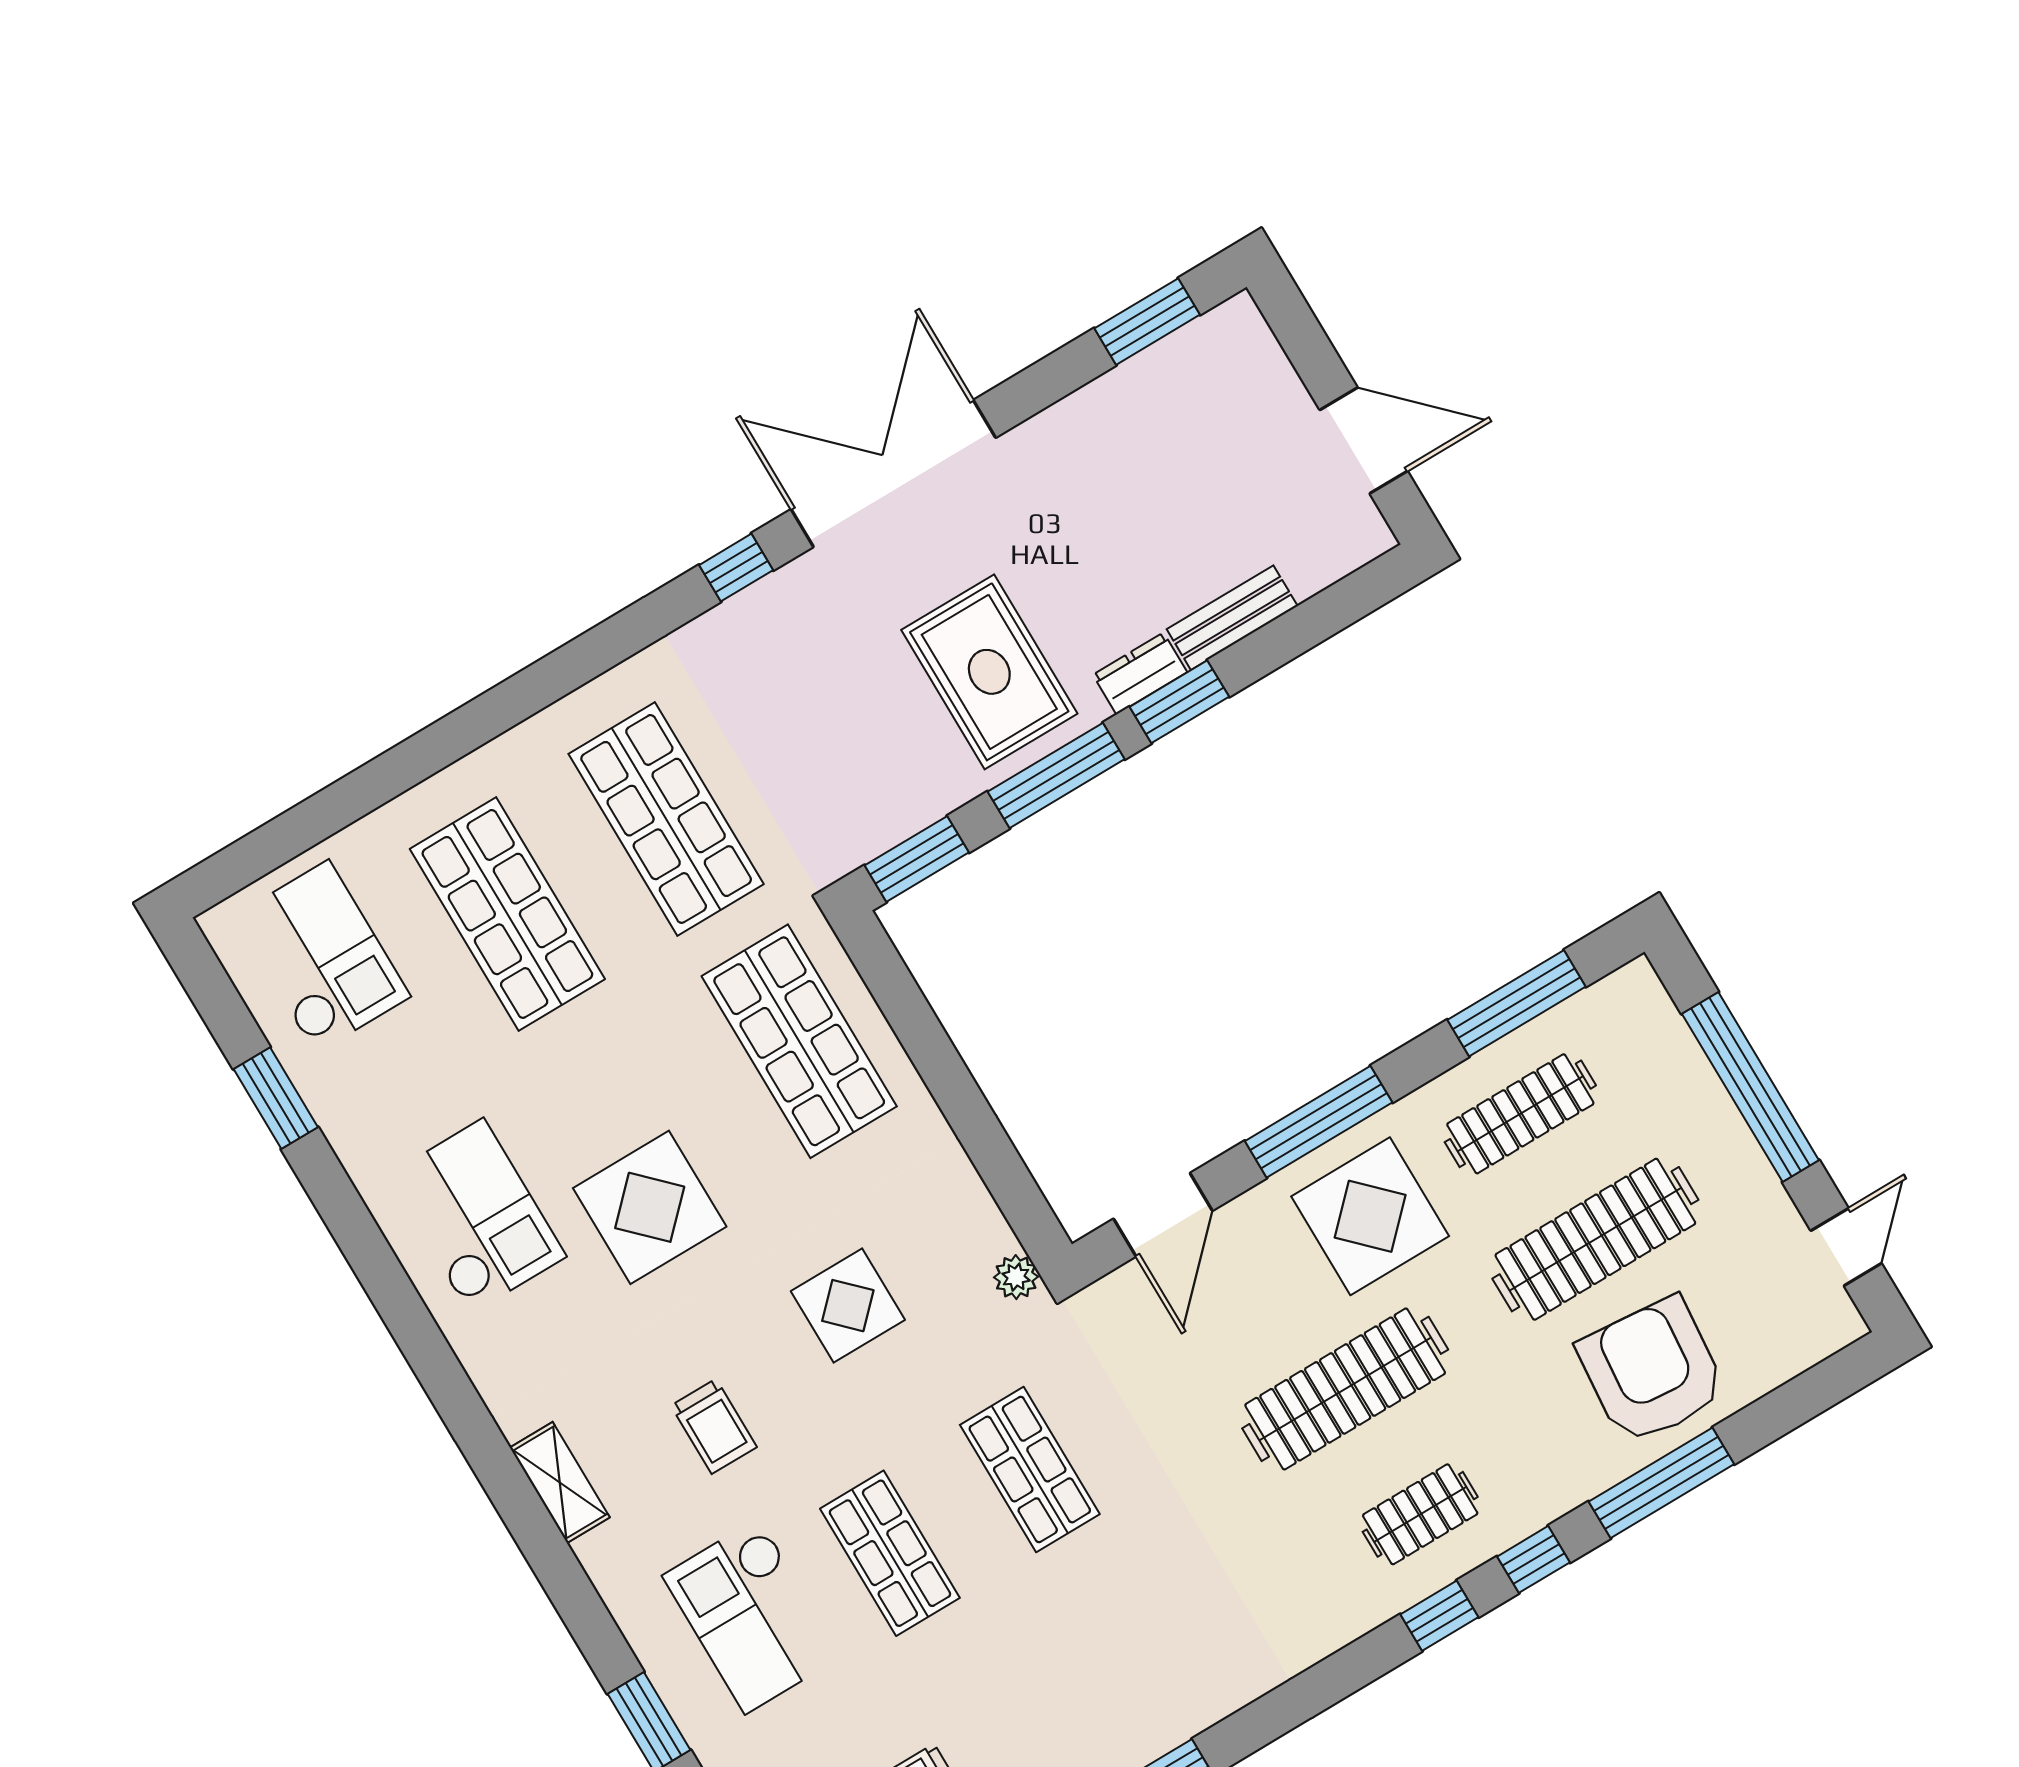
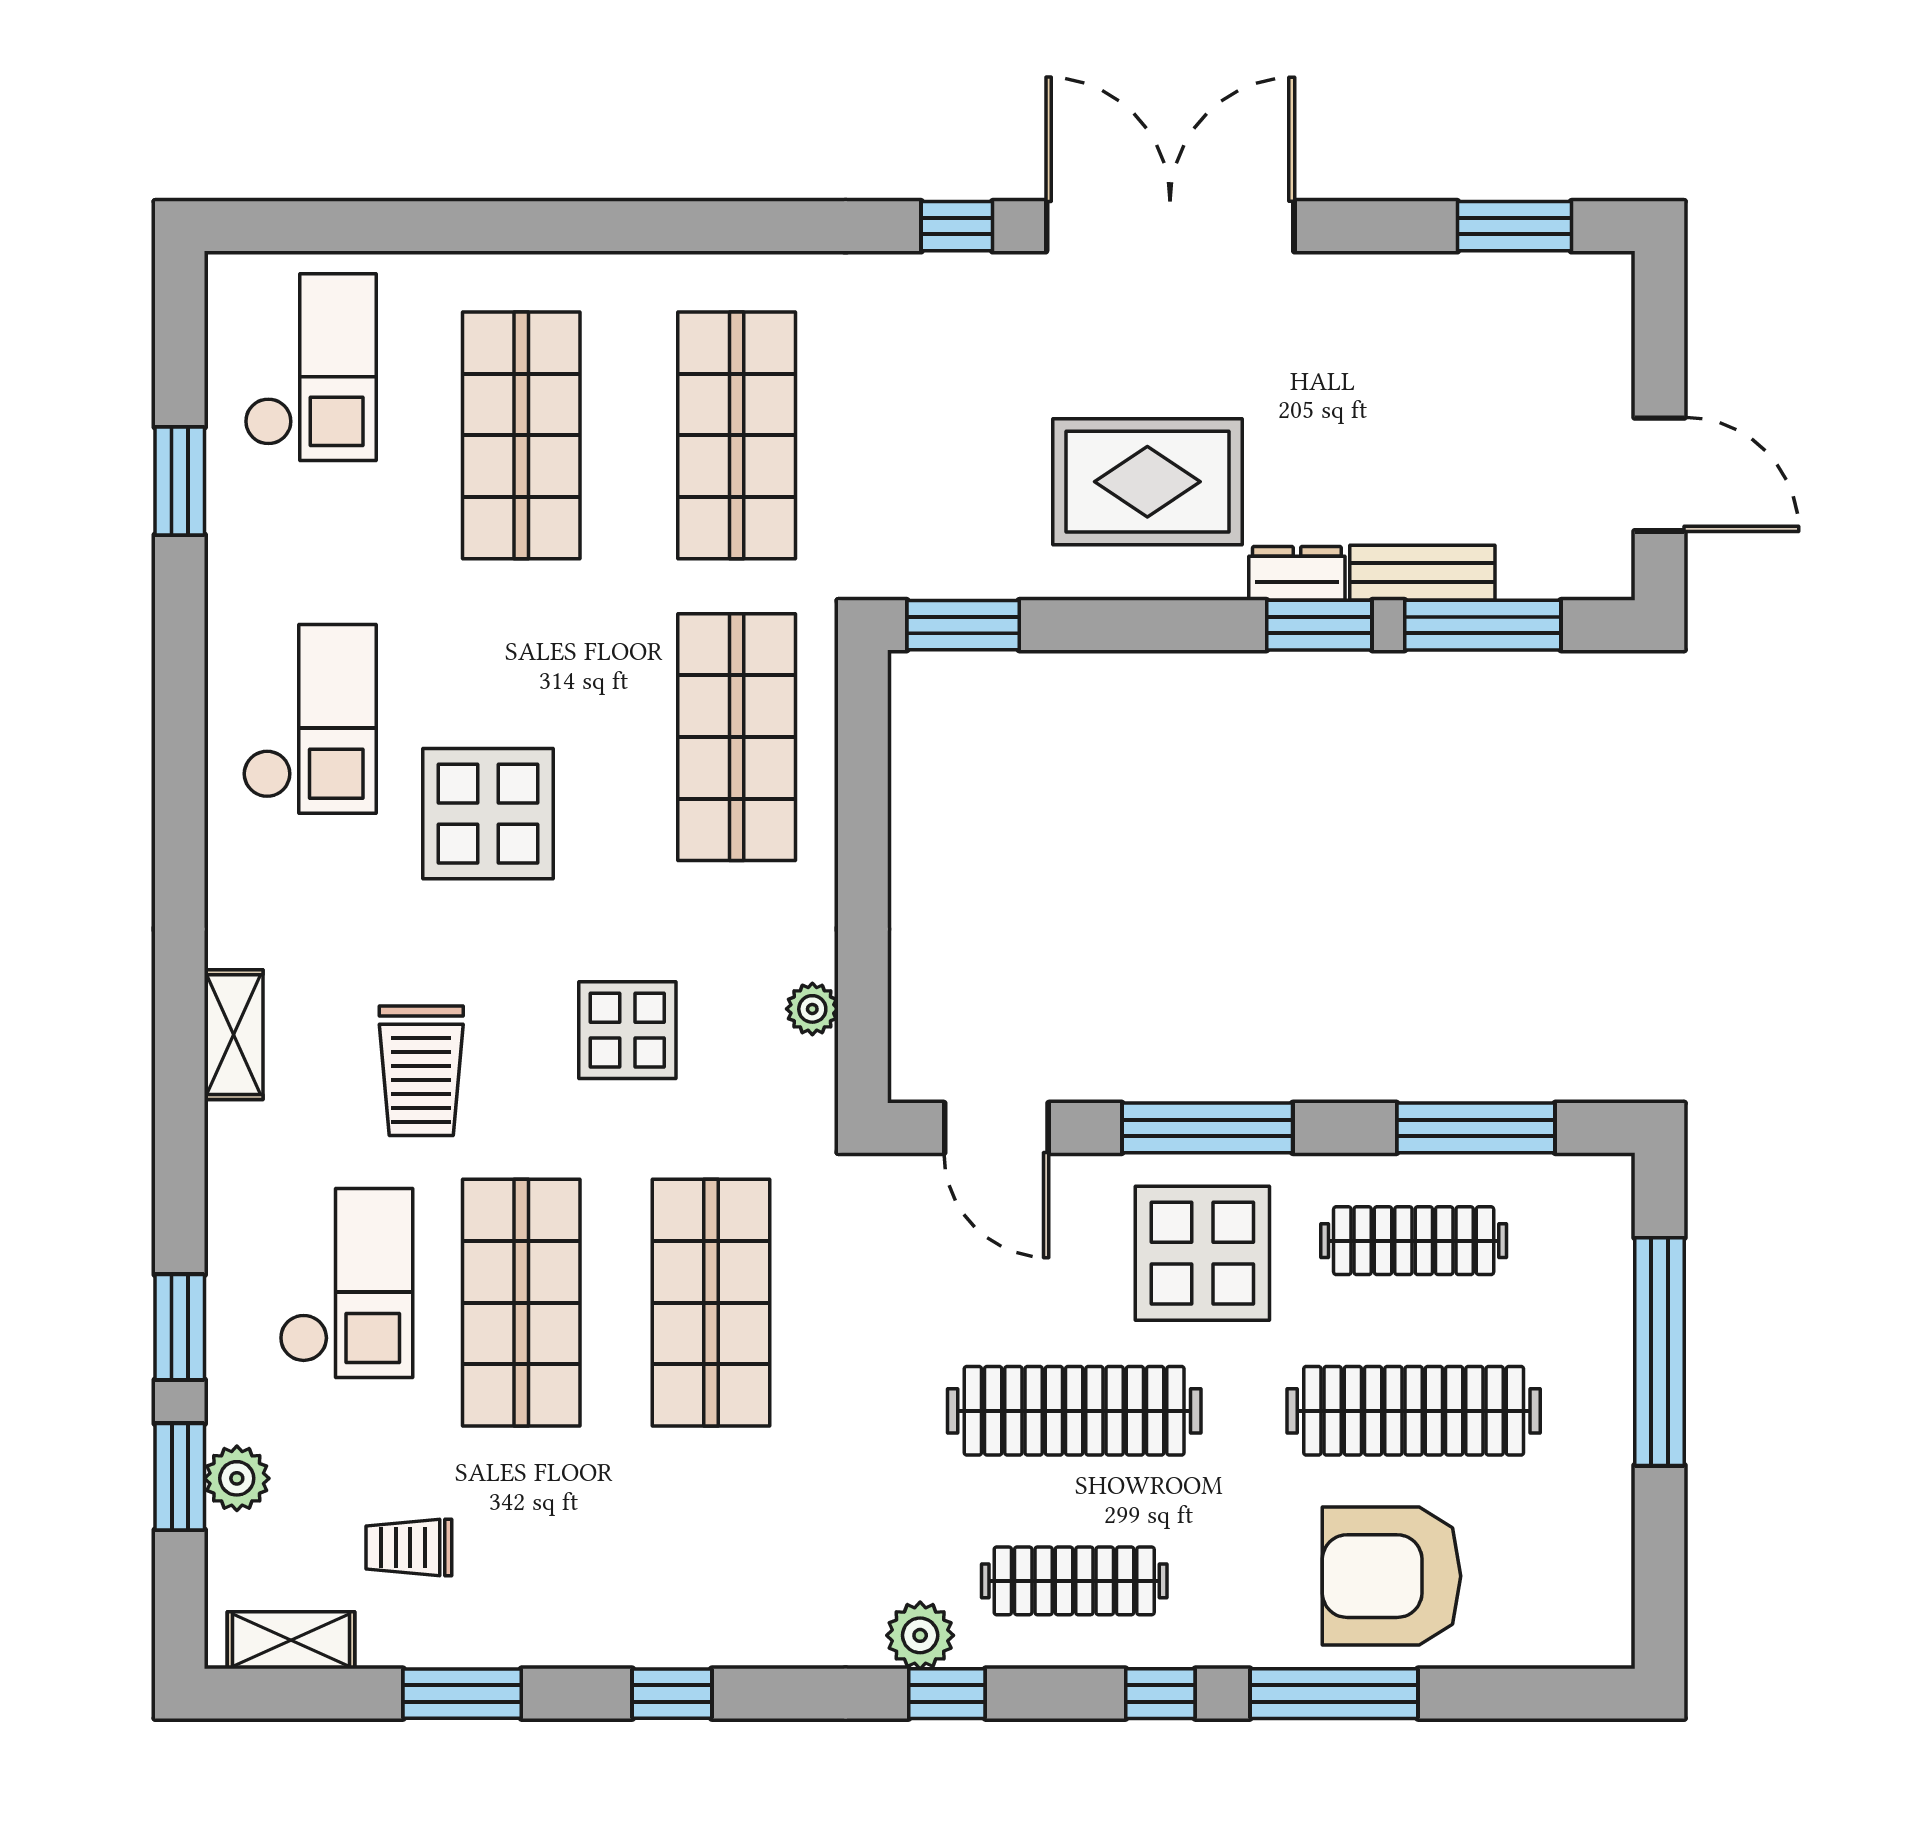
rug: (989, 672) -> (1147, 482), turned 90
window: (1056, 775) -> (1483, 625), moved
door: (1163, 1215) -> (996, 1128), hinge flipped
door: (1846, 1247) -> (1660, 1568), removed
plant: (1016, 1277) -> (812, 1009), moved
armchair: (1652, 1371) -> (1391, 1576), turned -95
trolley: (714, 1426) -> (421, 1071), width x1.36, depth x1.39
shop shelf: (1030, 1469) -> (711, 1303), width x1.43, depth x1.36
clothes rail: (1420, 1514) -> (1074, 1581), width x1.36
shop shelf: (890, 1553) -> (521, 1303), width x1.43, depth x1.36
checkout: (752, 1616) -> (346, 1283), turned 180
window: (1439, 1616) -> (947, 1694), moved
plant: (1331, 1623) -> (920, 1635), added

